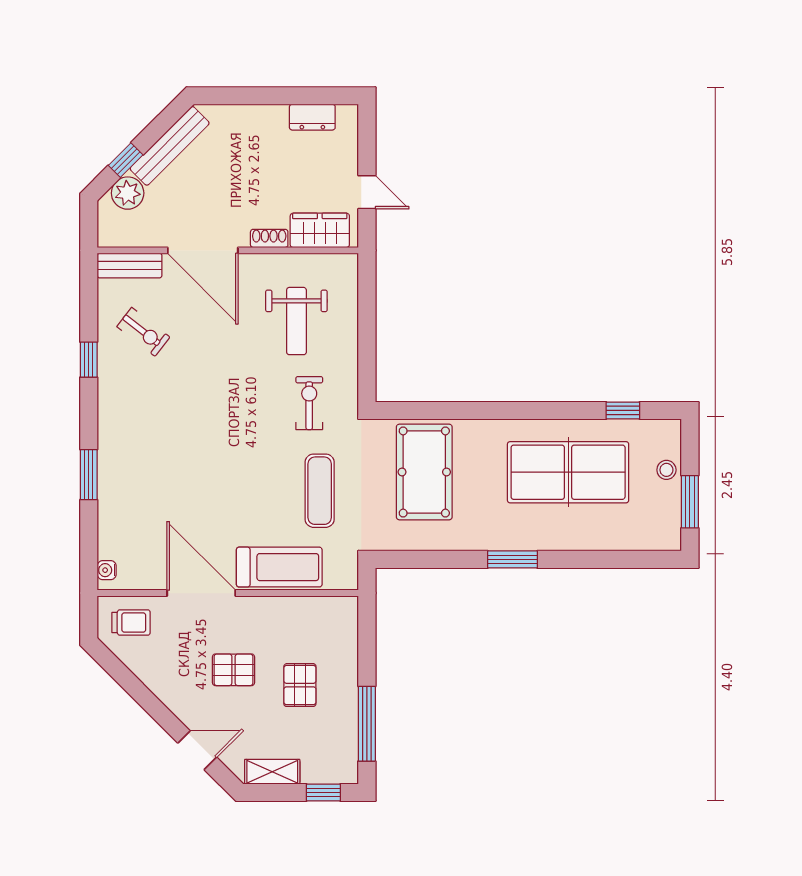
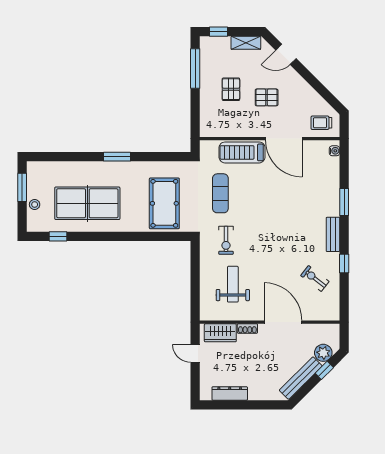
dresser: (312, 117) -> (230, 393), width x1.44
bench: (130, 266) -> (333, 234), moved, turned 90

